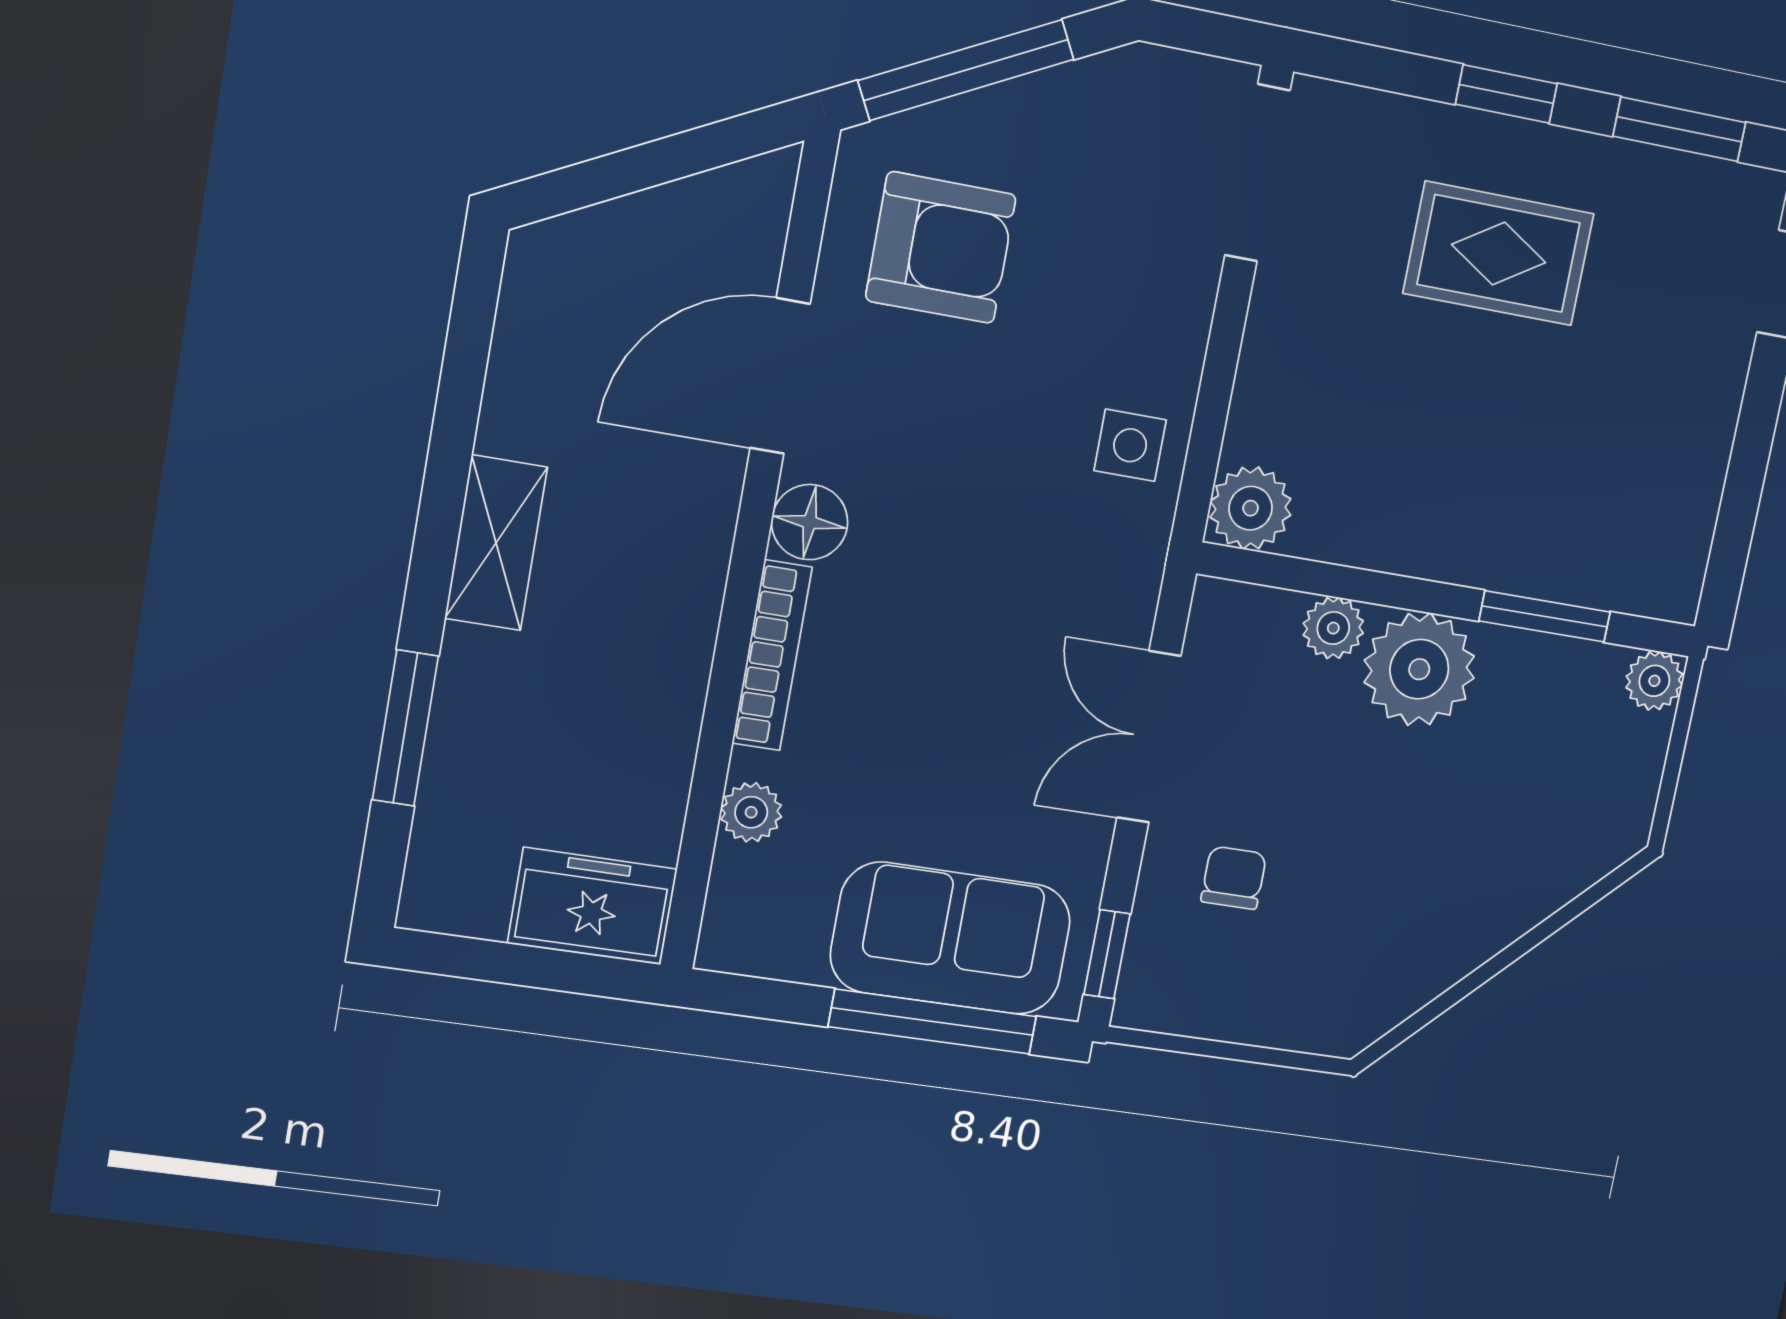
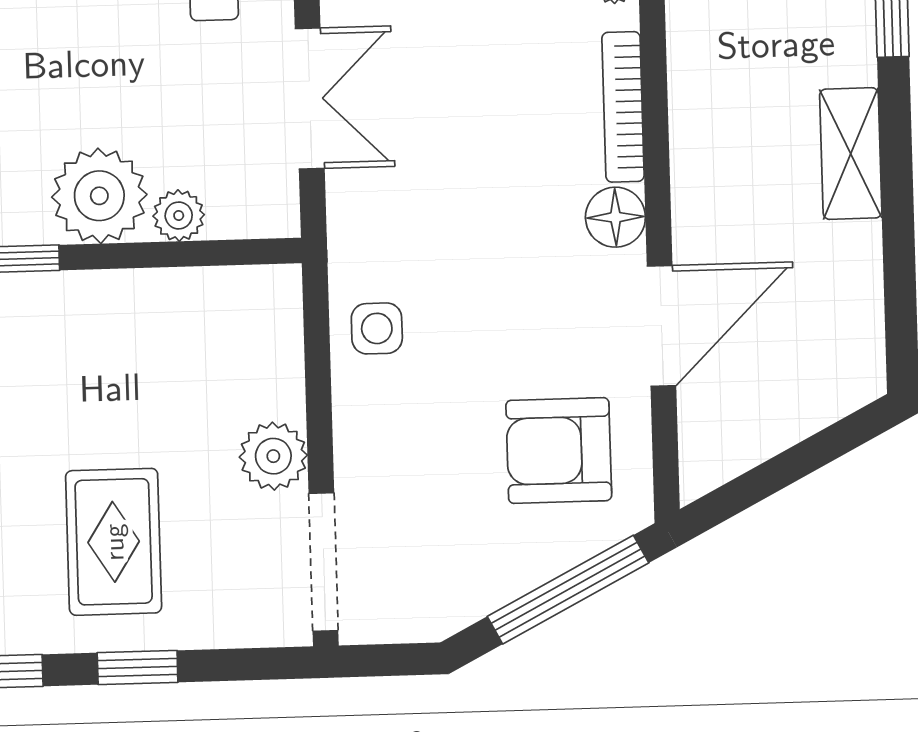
rug: (1499, 254) -> (114, 542), turned 90
plant: (1251, 508) -> (273, 456), moved

